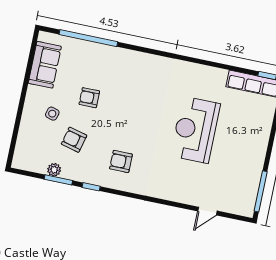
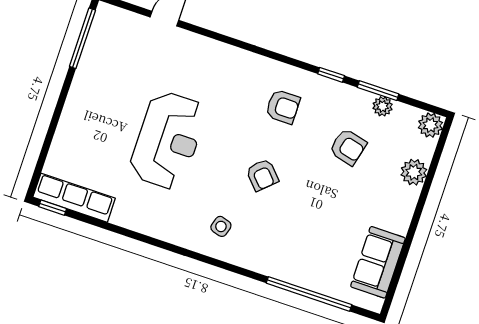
armchair: (89, 98) -> (262, 175), moved, turned 47
side table: (52, 114) -> (221, 226), moved
plant: (28, 128) -> (414, 172), added
plant: (21, 161) -> (430, 125), added

